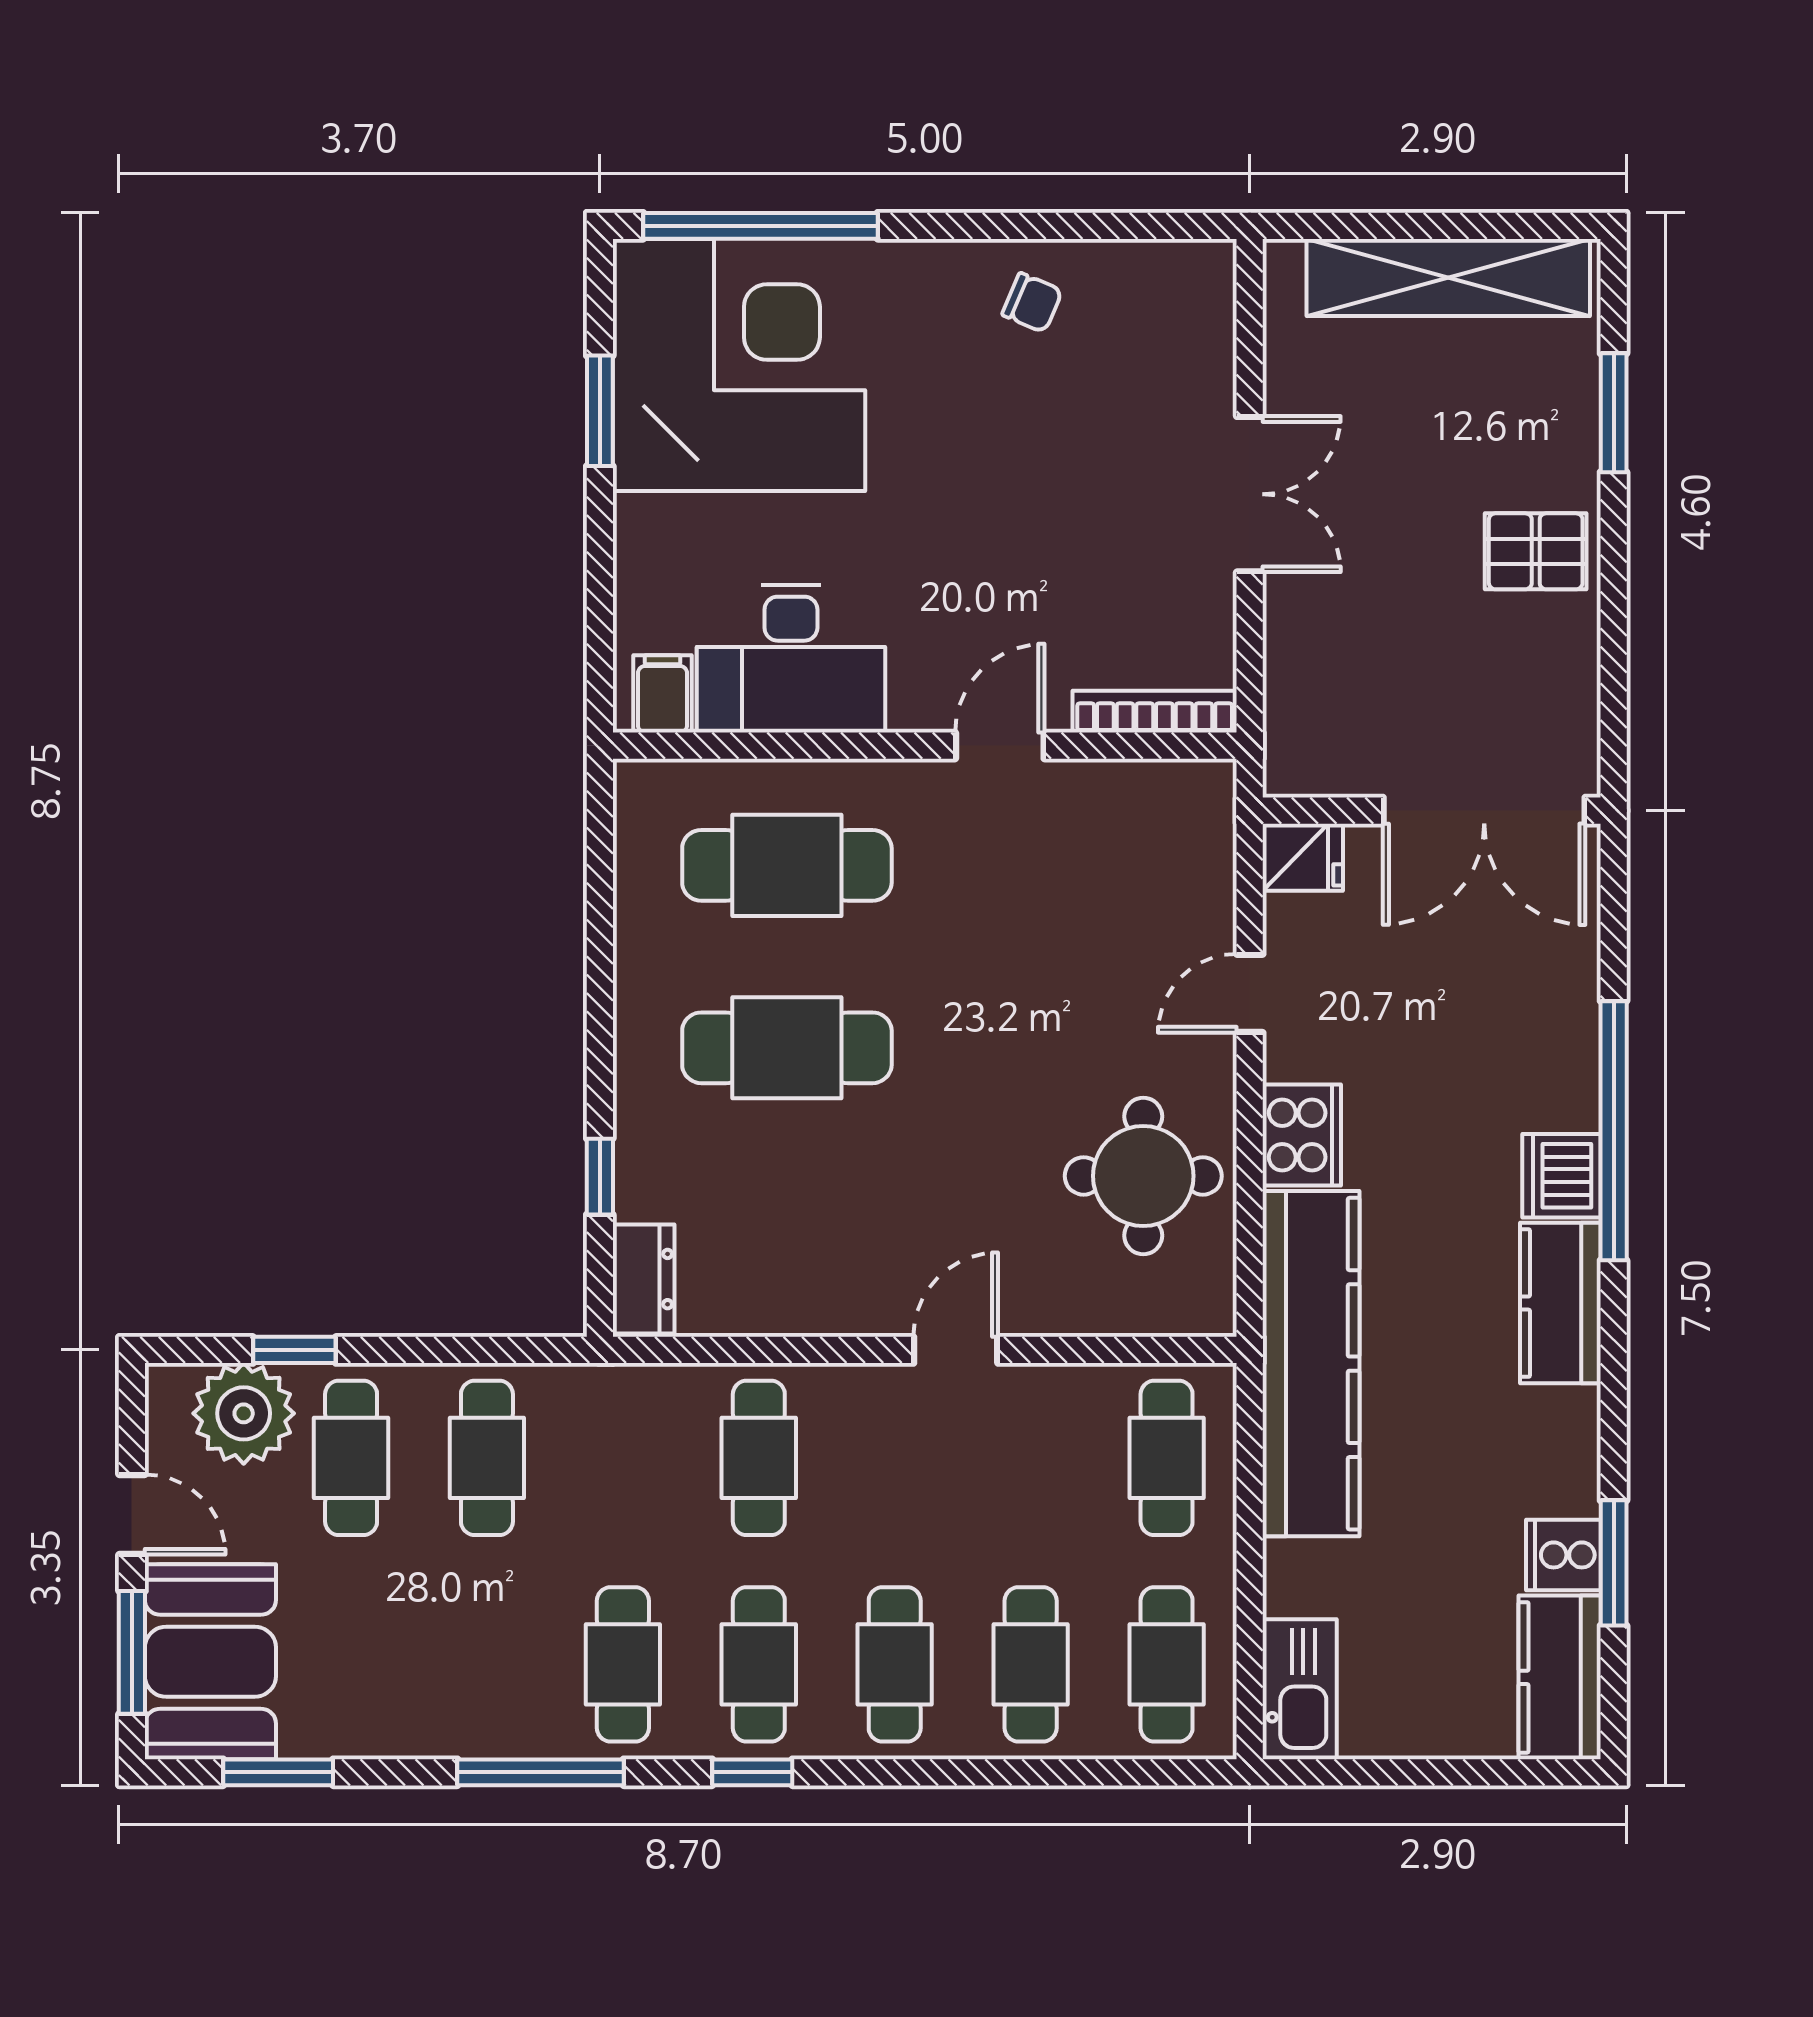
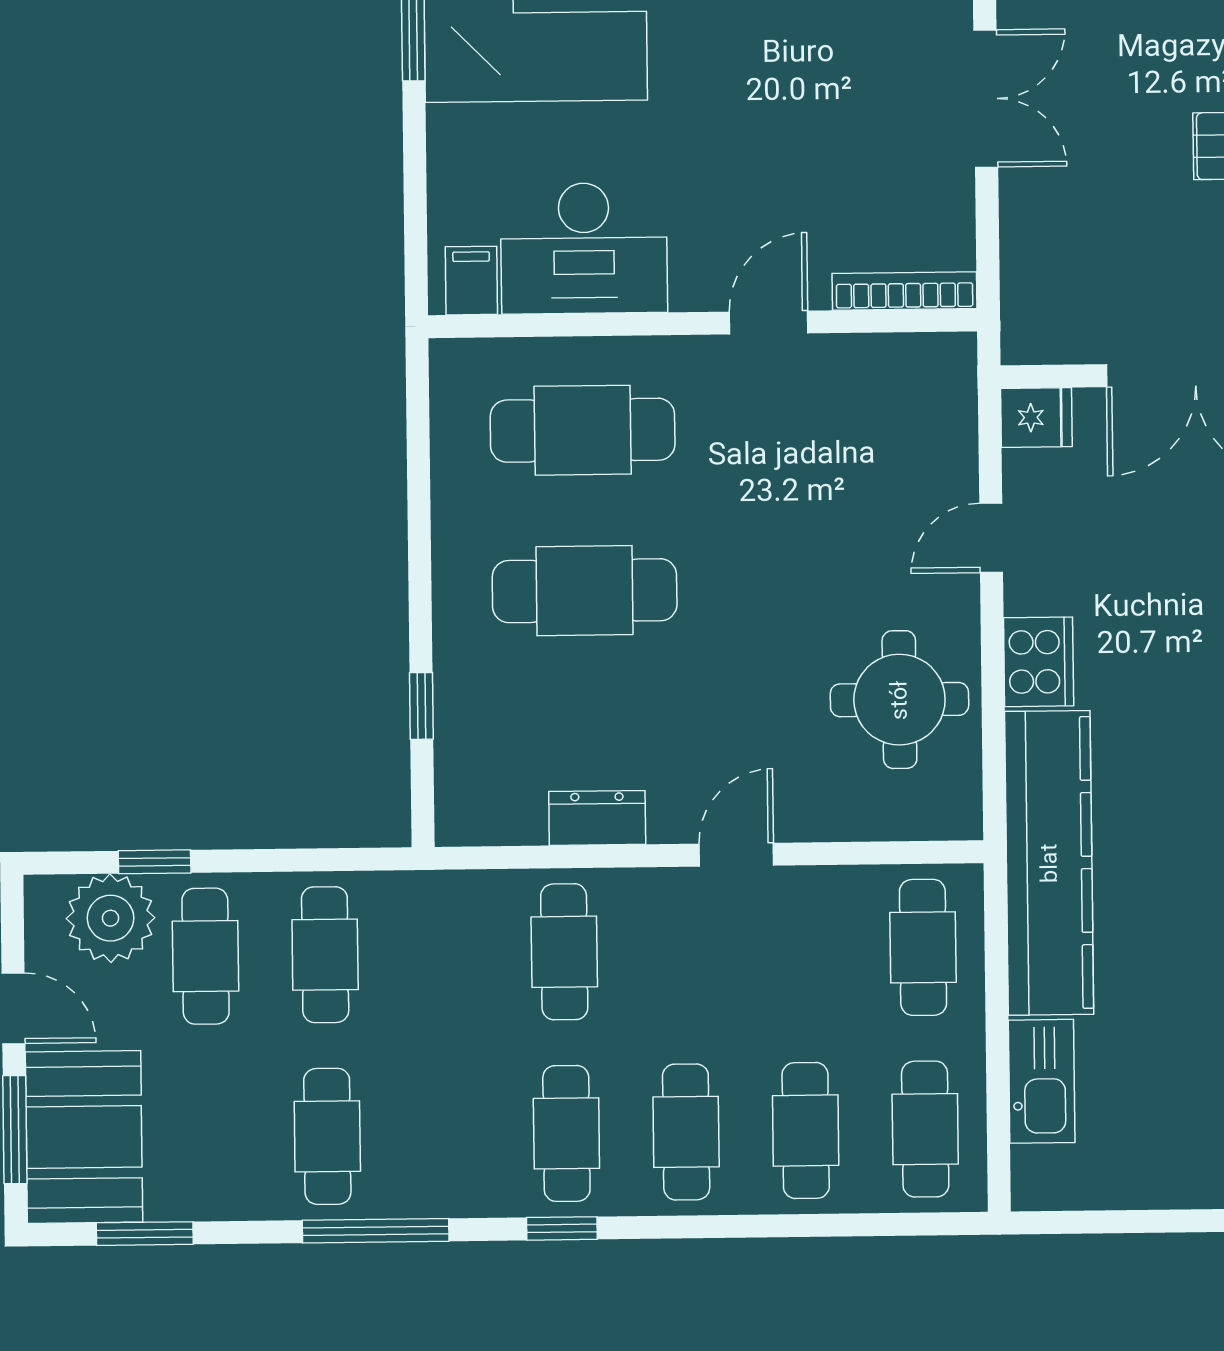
dresser: (644, 1279) -> (597, 818), moved, turned -90
cafe table: (623, 1664) -> (327, 1136), moved
kitchen sink: (1300, 1689) -> (1042, 1081), moved

